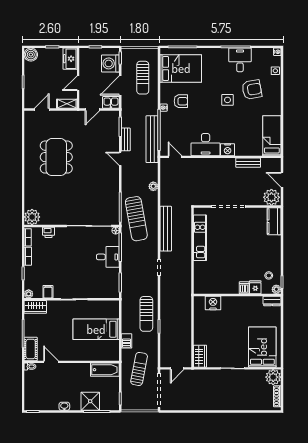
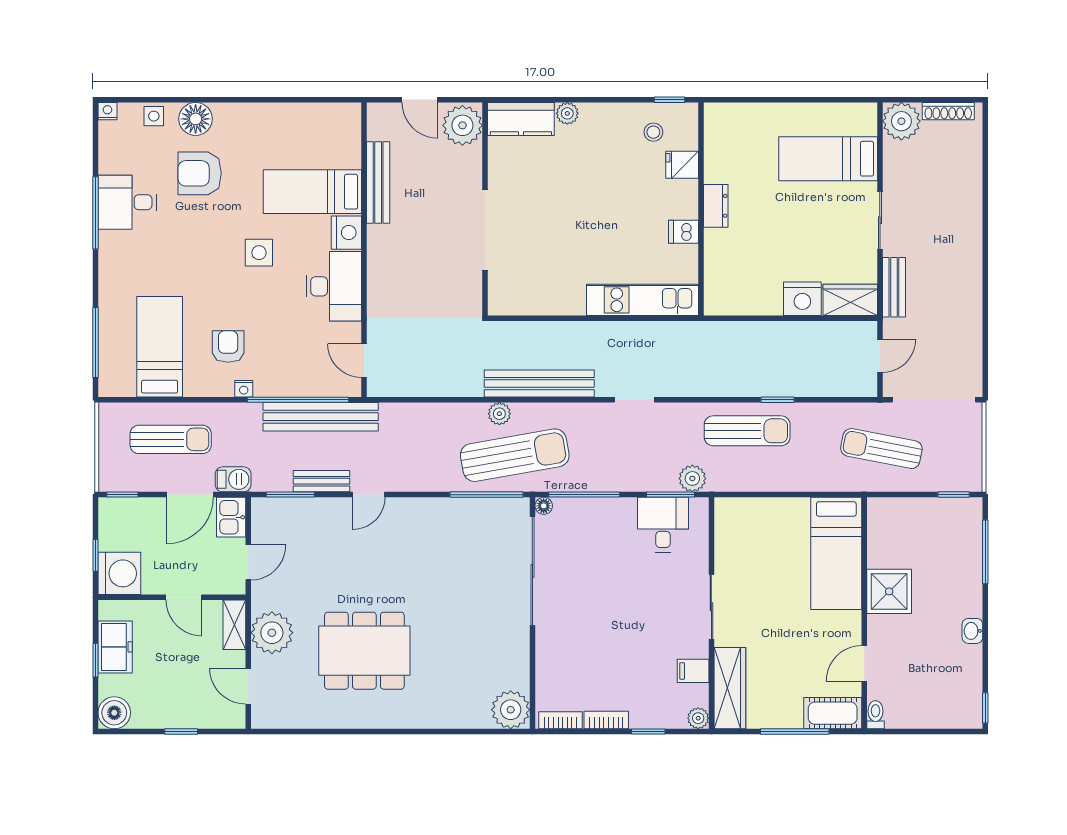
freezer: (70, 59) -> (115, 647), moved, turned -90
washing machine: (110, 63) -> (119, 573), moved, turned -90
bed: (181, 68) -> (160, 347), width x0.67
door: (120, 86) -> (190, 495), hinge flipped
floor lamp: (274, 88) -> (196, 119), added
armchair: (252, 90) -> (200, 173), turned -80
side table: (228, 100) -> (259, 253), moved
door: (92, 109) -> (248, 562), hinge flipped
plant: (64, 119) -> (272, 633), added
bed: (272, 136) -> (312, 192), moved
door: (175, 157) -> (364, 361), hinge flipped
bench: (248, 163) -> (378, 183), width x1.36
door: (282, 180) -> (420, 100), hinge flipped
plant: (153, 186) -> (499, 414), moved
printer: (49, 232) -> (548, 670), removed
kitchen unit: (200, 238) -> (642, 300), moved
desk: (108, 257) -> (663, 525), moved
dishwasher: (244, 288) -> (683, 232), moved
plant: (276, 289) -> (567, 113), moved
plant: (127, 291) -> (692, 478), added
dresser: (272, 301) -> (716, 206), moved
nightstand: (213, 303) -> (802, 299), moved, turned -90
wardrobe: (35, 307) -> (730, 688), width x1.50
bed: (96, 329) -> (836, 553), moved
barbecue: (126, 341) -> (233, 479), moved
bed: (262, 347) -> (828, 159), width x0.67
door: (177, 368) -> (880, 356), hinge flipped
bathtub: (105, 370) -> (883, 532), removed
bench: (205, 374) -> (894, 287), added
shower: (90, 401) -> (889, 591), moved

